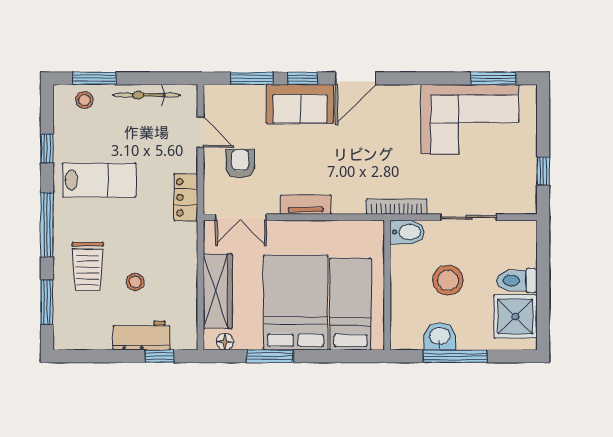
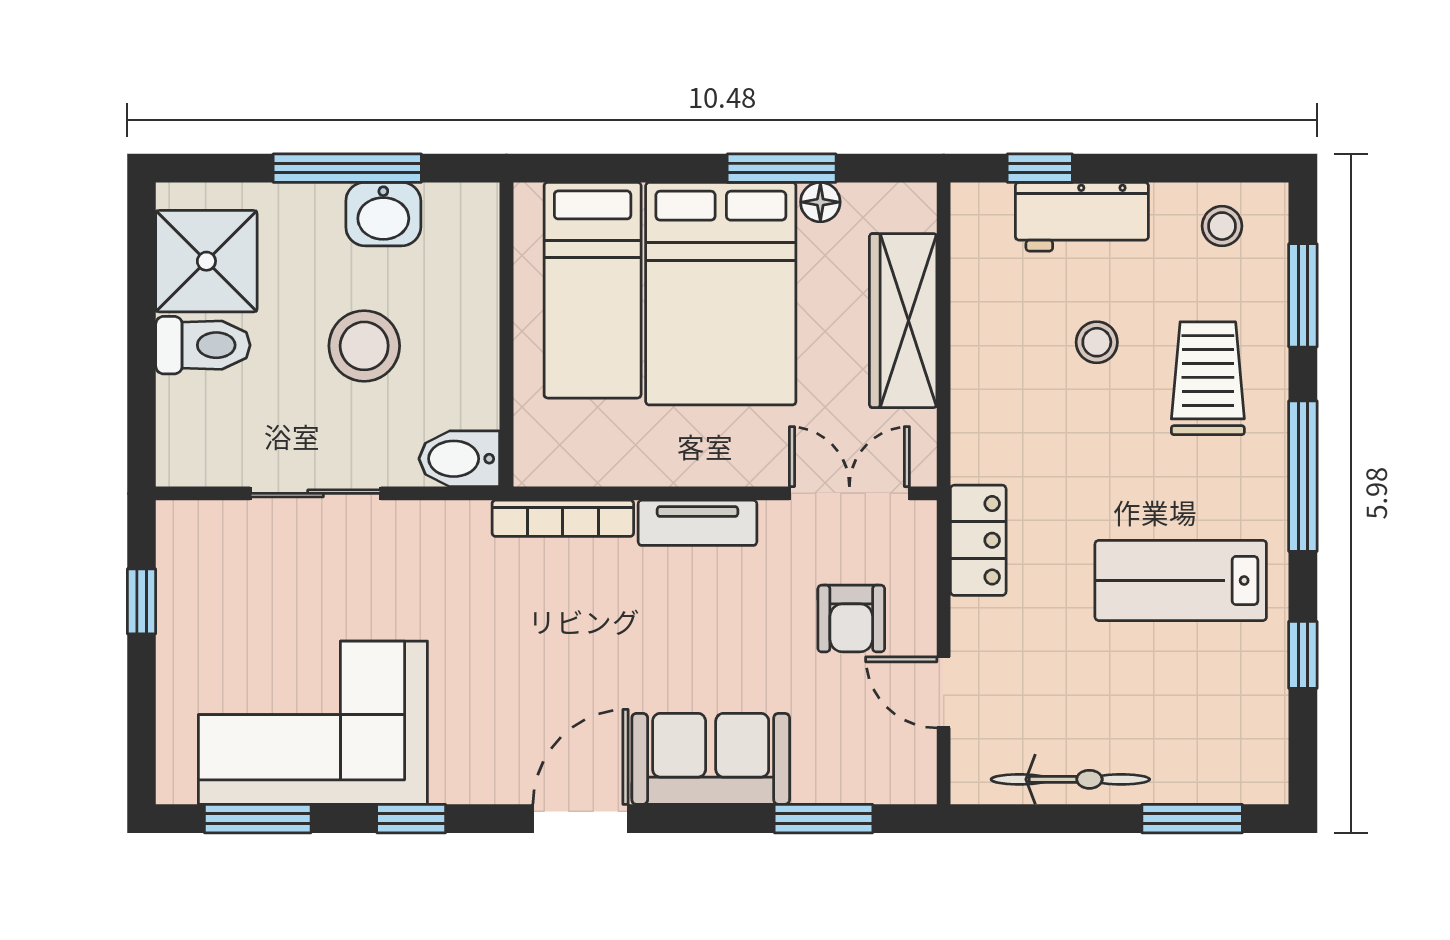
window: (303, 78) -> (411, 819), moved
stool: (84, 100) -> (1222, 226), moved
bookcase: (397, 207) -> (563, 518), moved
floor lamp: (225, 342) -> (820, 202), moved

